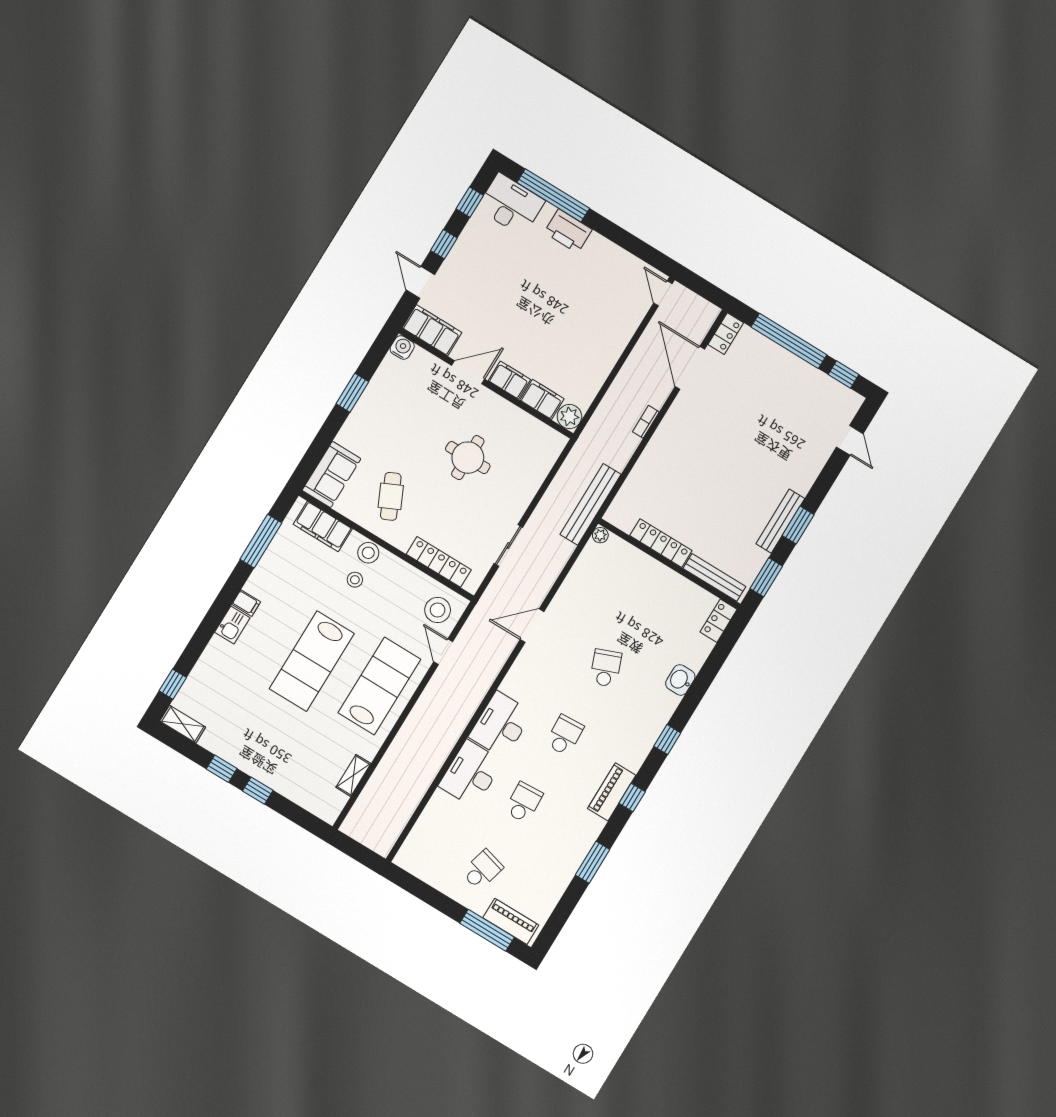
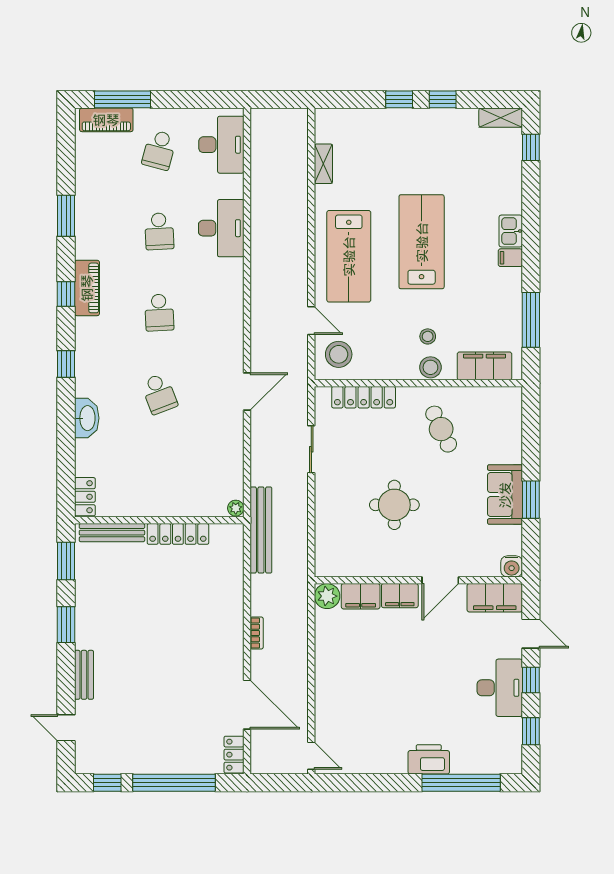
desk: (511, 204) -> (500, 688), moved, turned -90
sofa: (331, 474) -> (505, 495), moved
bench: (780, 521) -> (84, 675), moved, width x0.73
washbasin: (680, 680) -> (87, 418), width x1.38
desk: (501, 725) -> (221, 145), moved

